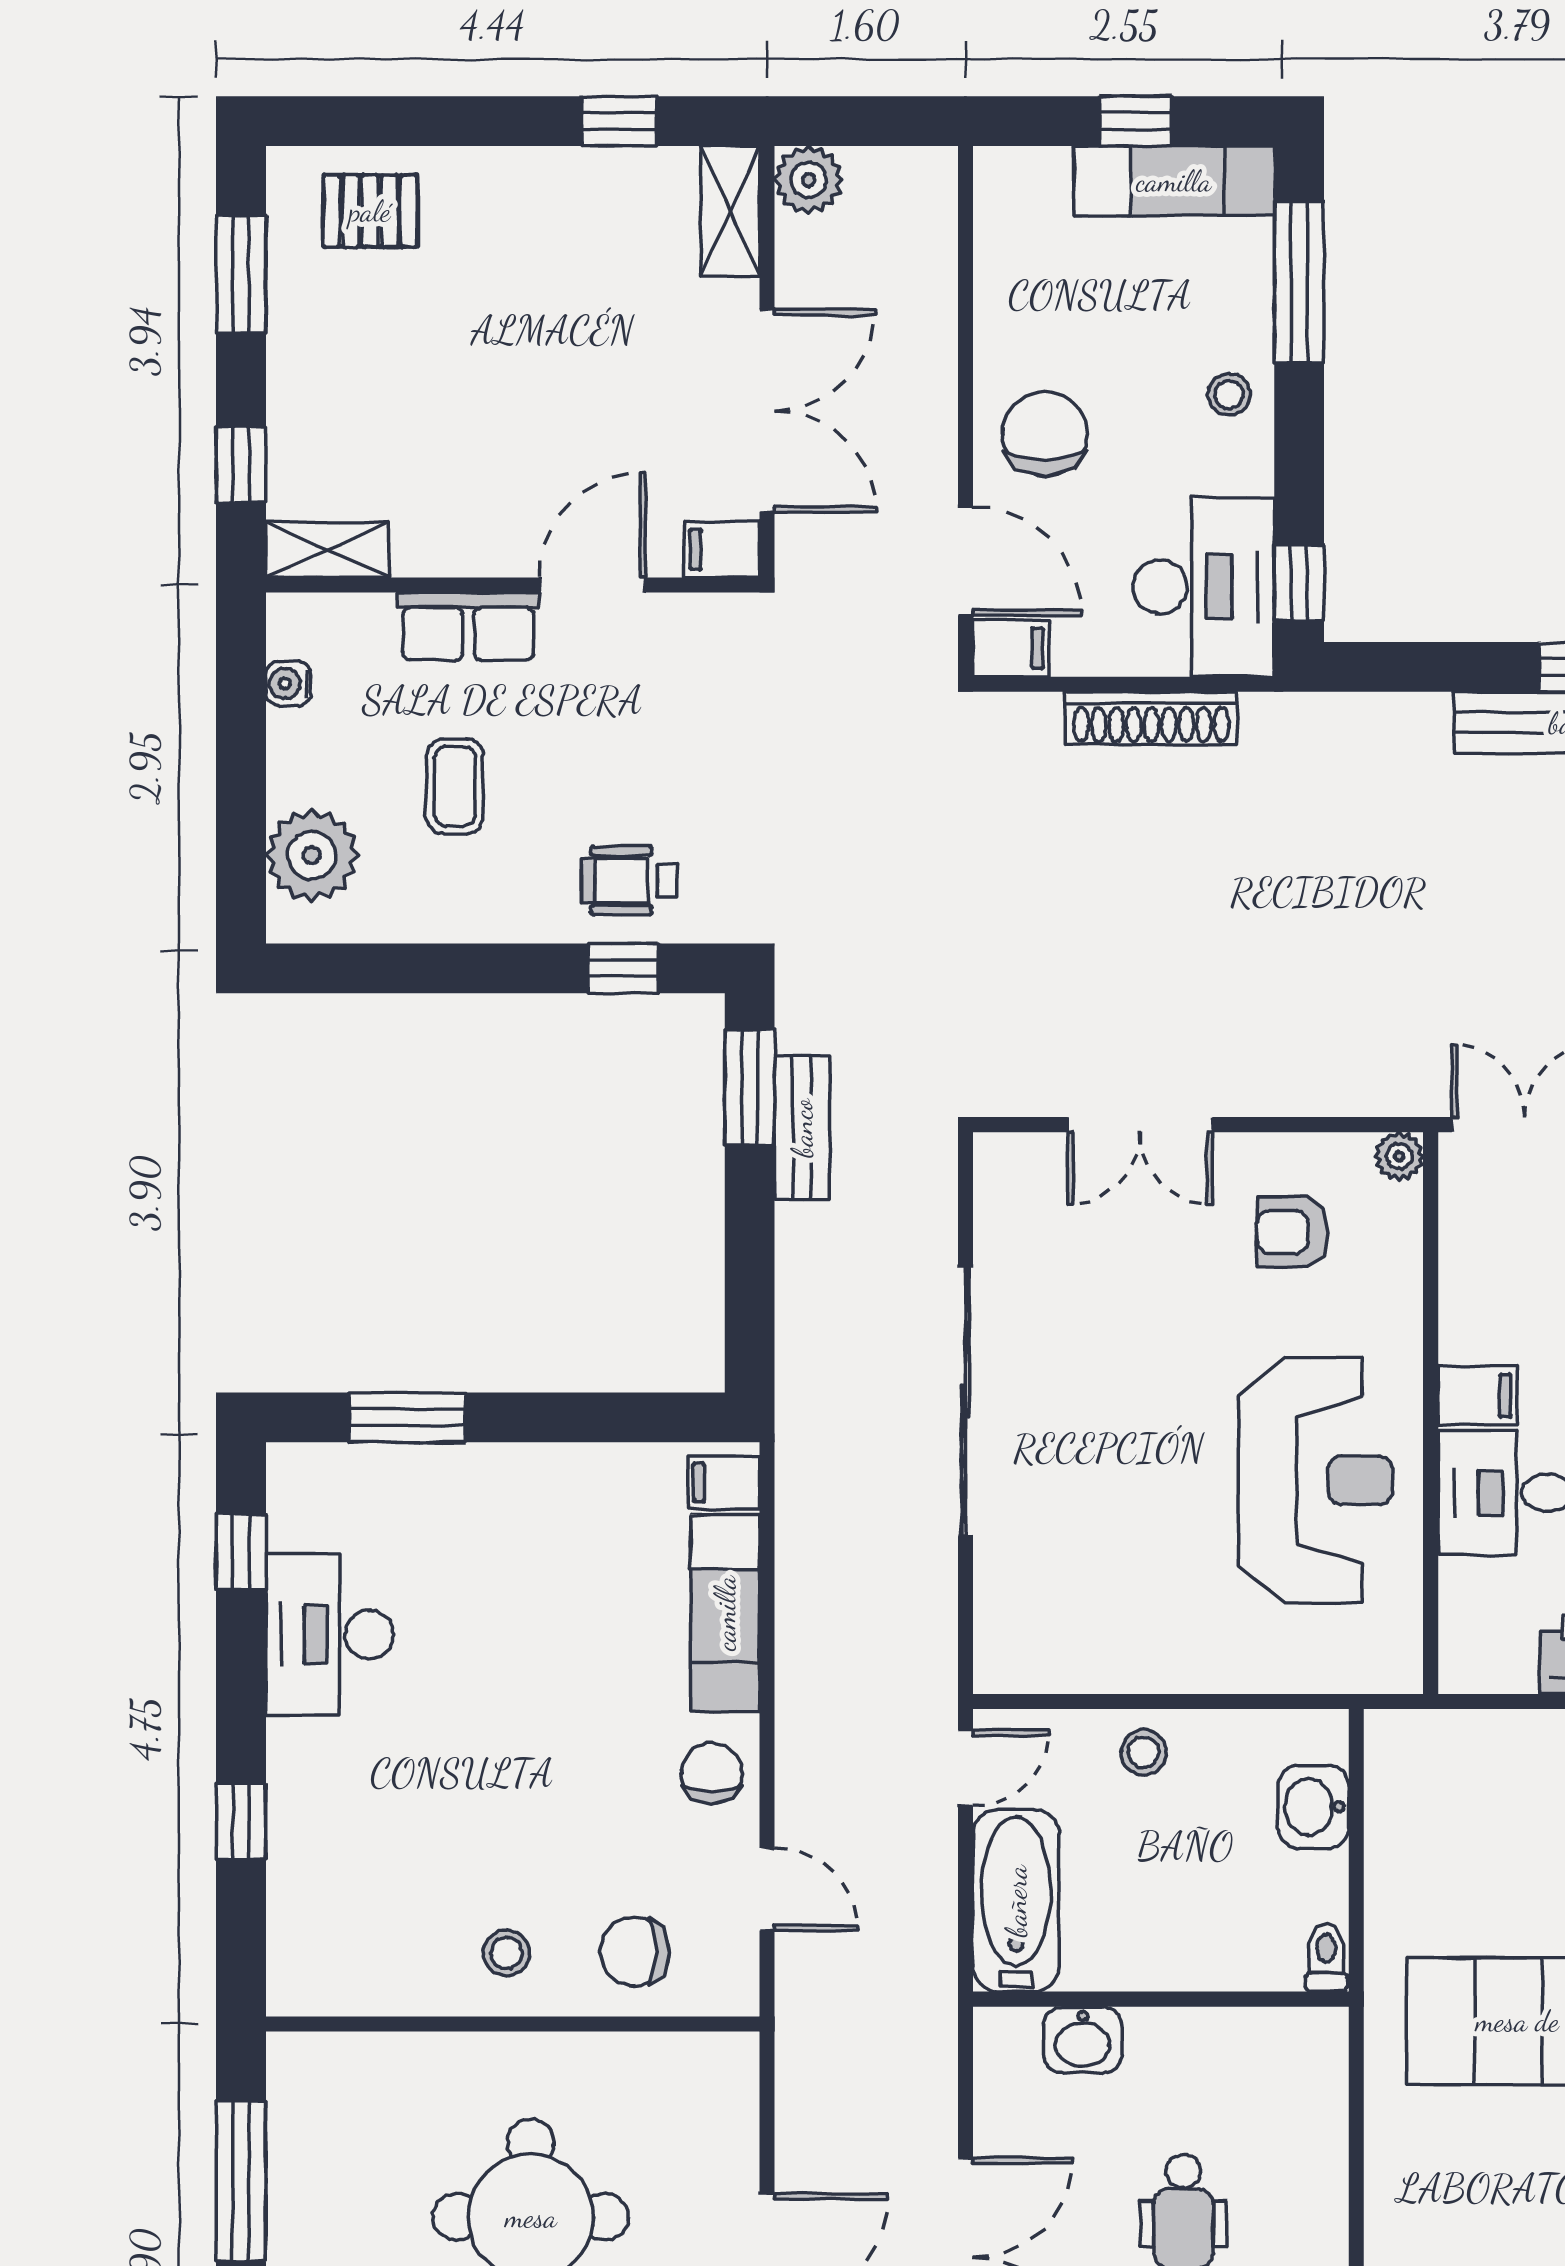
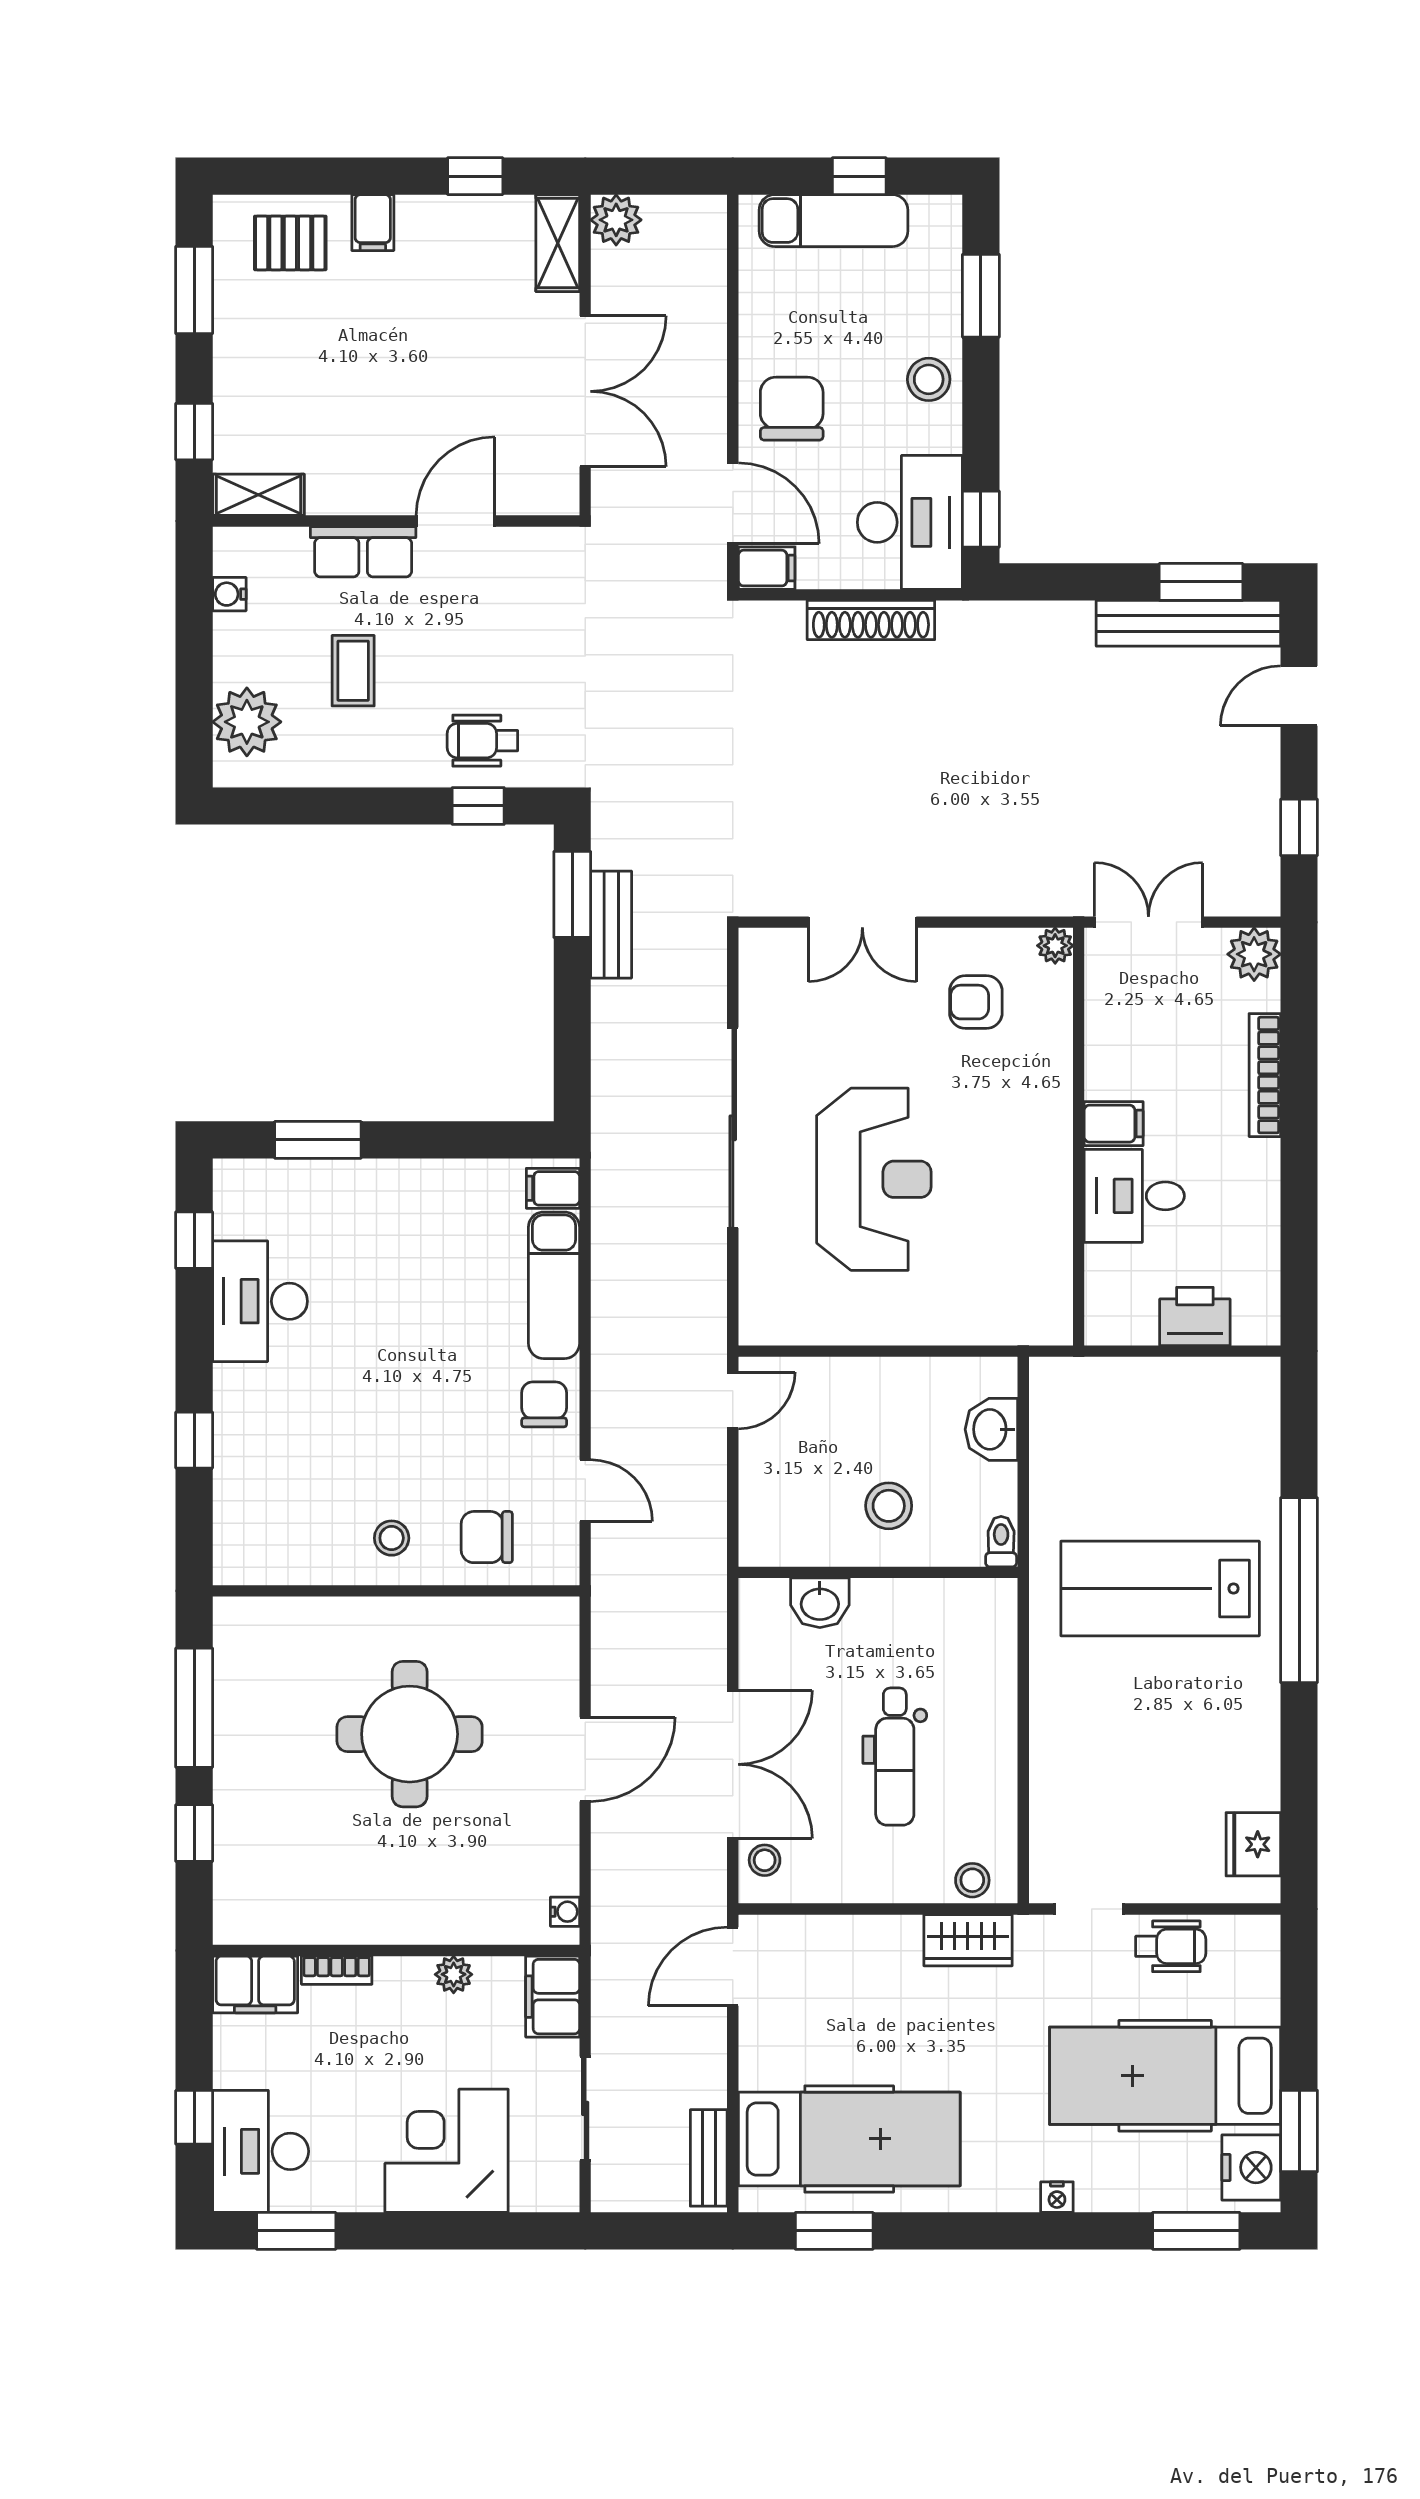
exam couch: (1174, 181) -> (834, 221), moved
window: (1299, 282) -> (981, 296), width x0.69
stool: (1229, 395) -> (929, 379), width x1.37, depth x1.37
filing cabinet: (722, 549) -> (373, 223), moved, turned -90
reception desk: (1316, 1480) -> (874, 1179), moved
stool: (1144, 1752) -> (889, 1506), moved, width x1.37, depth x1.37
bathtub: (1016, 1901) -> (770, 1499), removed

